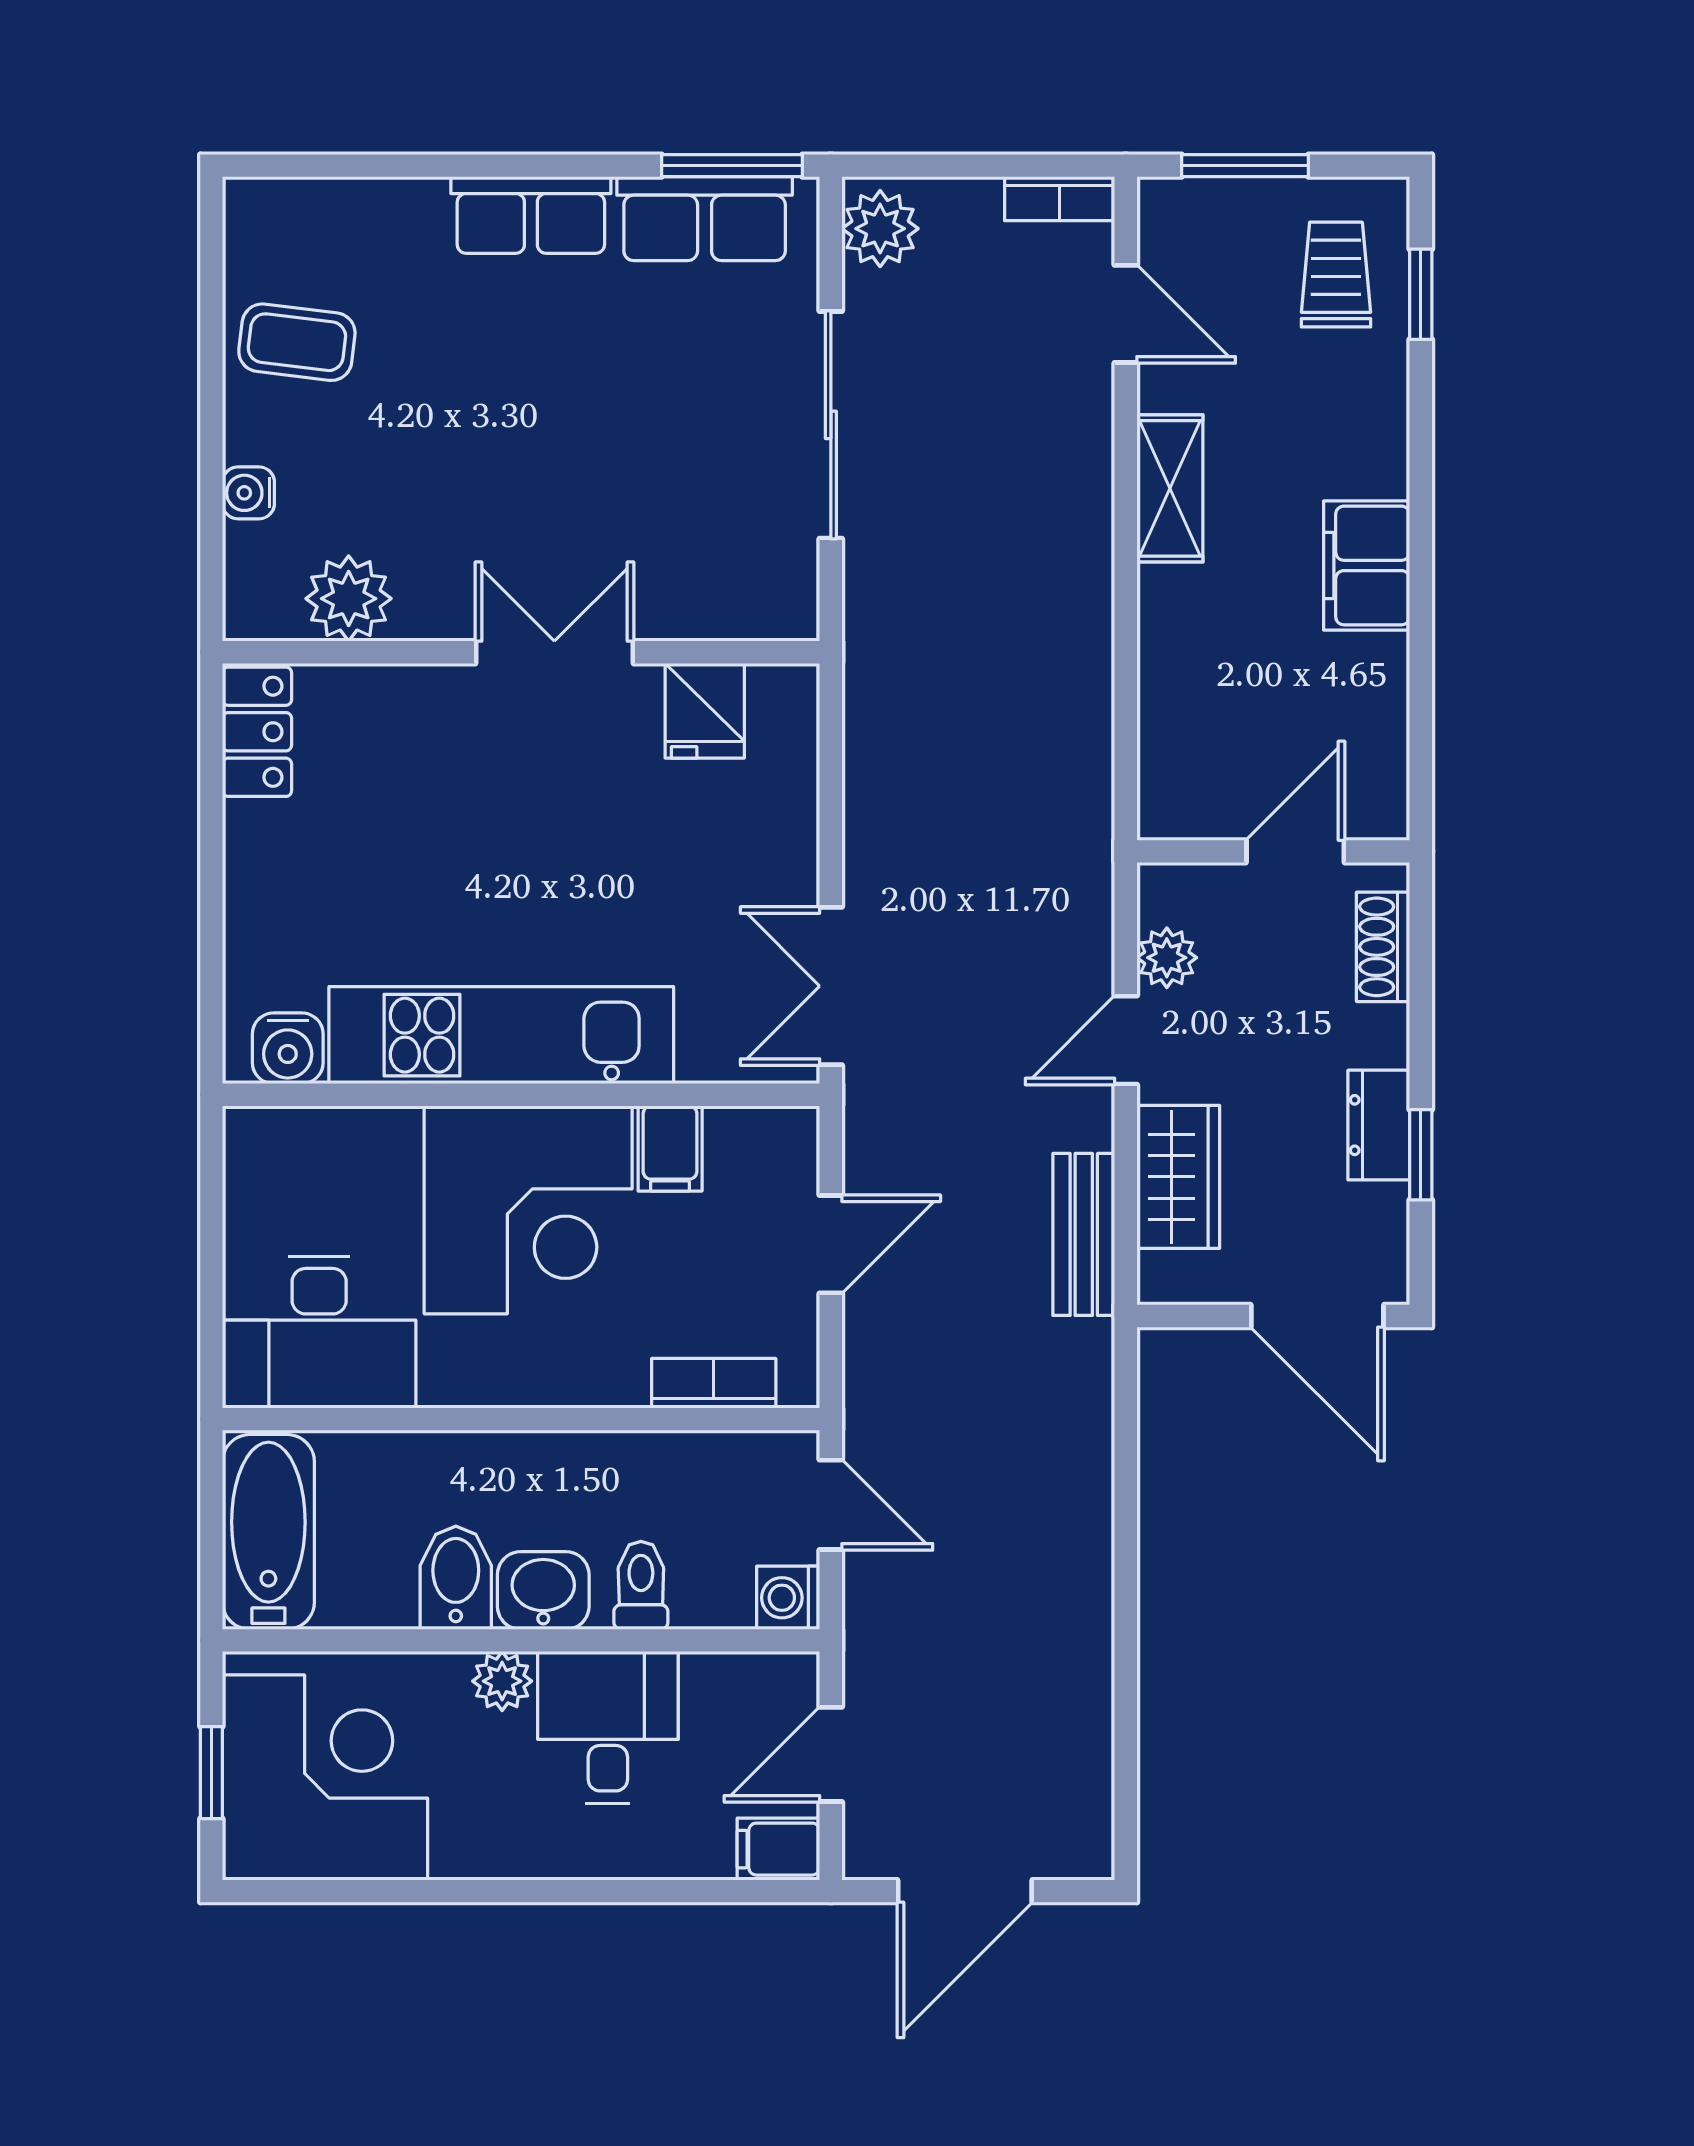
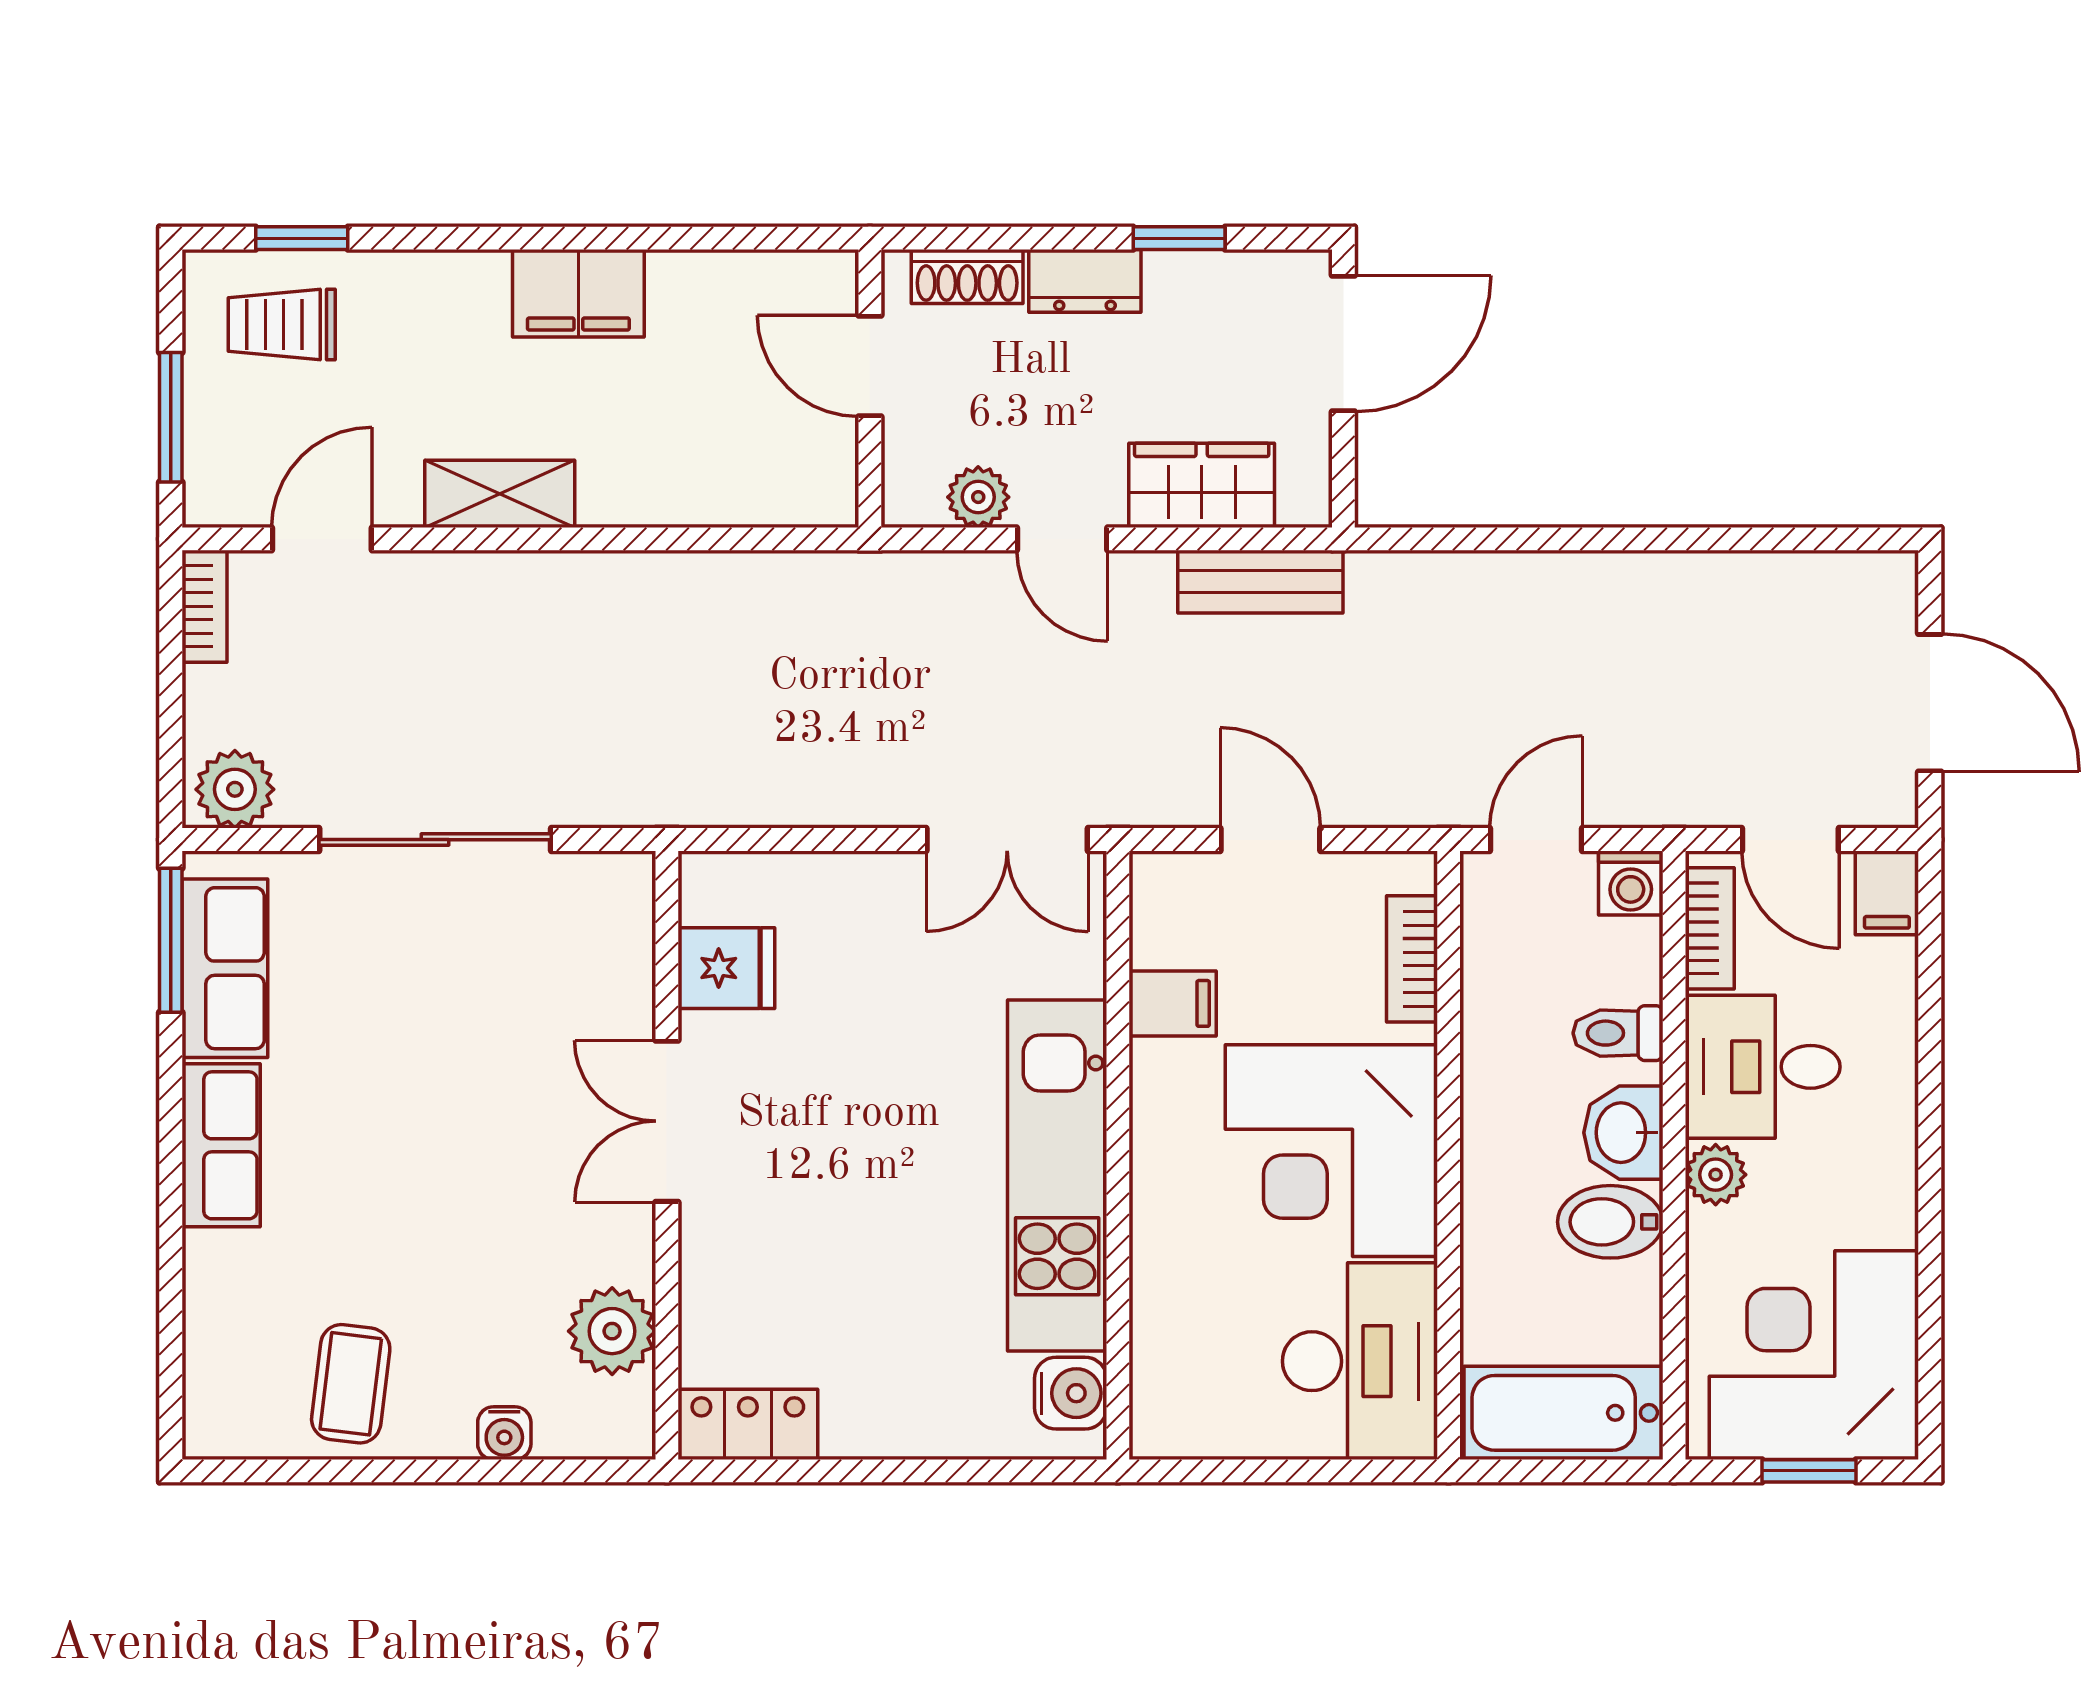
dresser: (1379, 1125) -> (1085, 281), moved
corner desk: (528, 1210) -> (1331, 1151), moved, turned 180
bookcase: (744, 1675) -> (1710, 928), added

